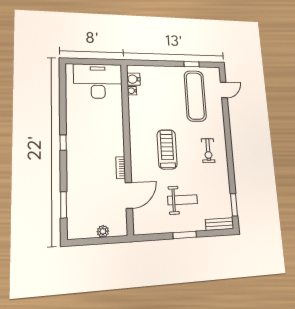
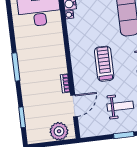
window: (63, 143) -> (16, 67), width x2.17
plant: (103, 231) -> (59, 131), width x1.87, depth x1.87

